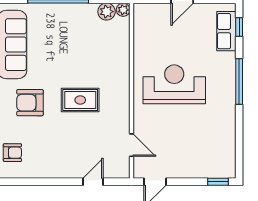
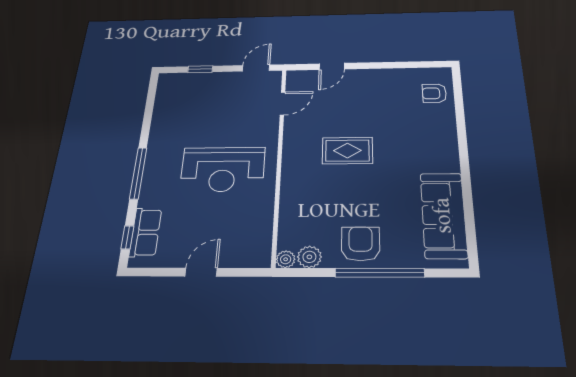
armchair: (30, 103) -> (361, 244), moved, turned -90
door: (132, 145) -> (283, 104), swing flipped
window: (218, 182) -> (200, 69), moved

